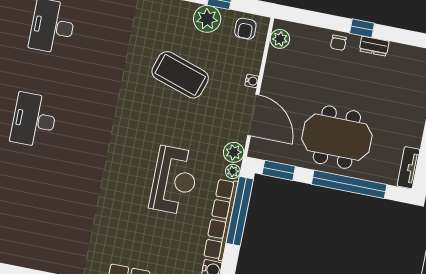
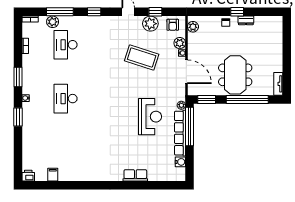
meeting table: (337, 137) -> (235, 75), turned 90
plant: (234, 152) -> (180, 43), moved

